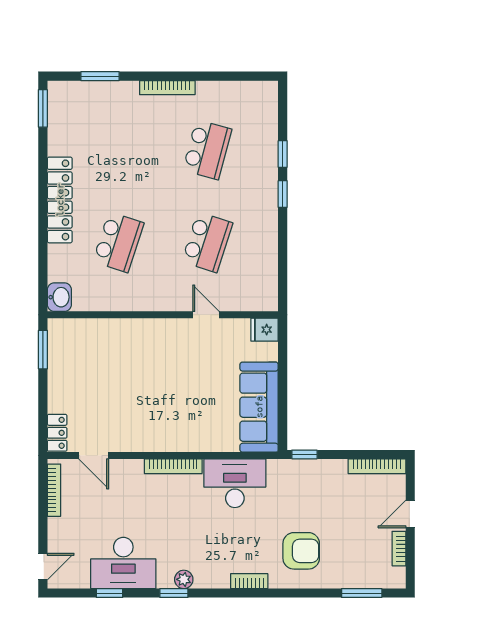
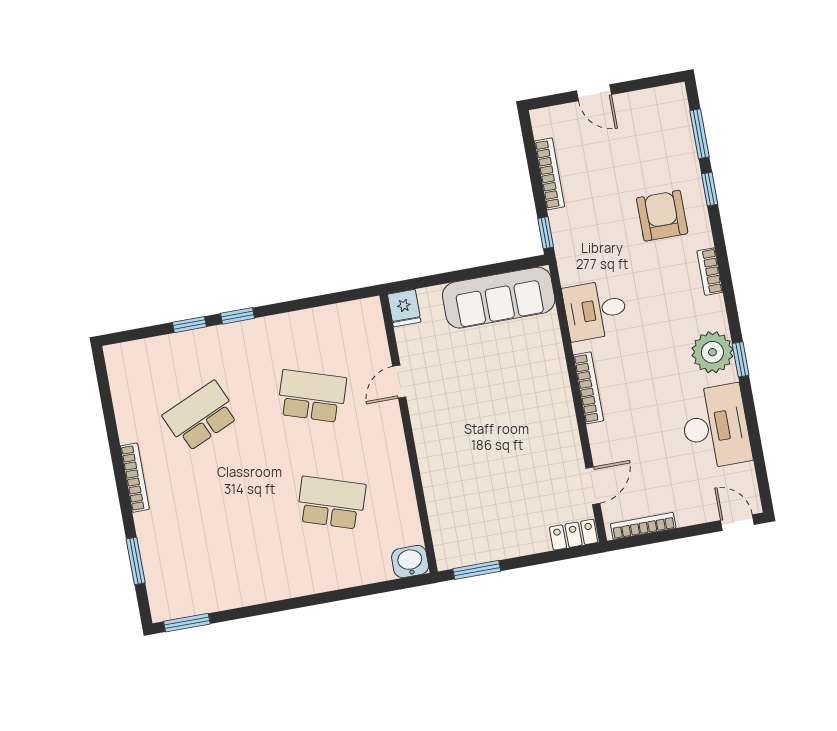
school desk: (207, 150) -> (201, 416), turned -39
locker: (60, 200) -> (293, 582), removed
bookcase: (377, 466) -> (549, 174), moved
desk: (235, 483) -> (595, 310), width x0.73
bookcase: (399, 549) -> (638, 99), removed
plant: (184, 579) -> (712, 352), width x1.88, depth x1.88
window: (109, 593) -> (710, 189), moved

